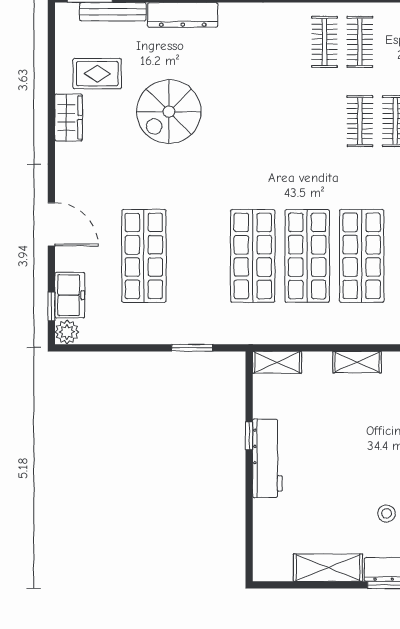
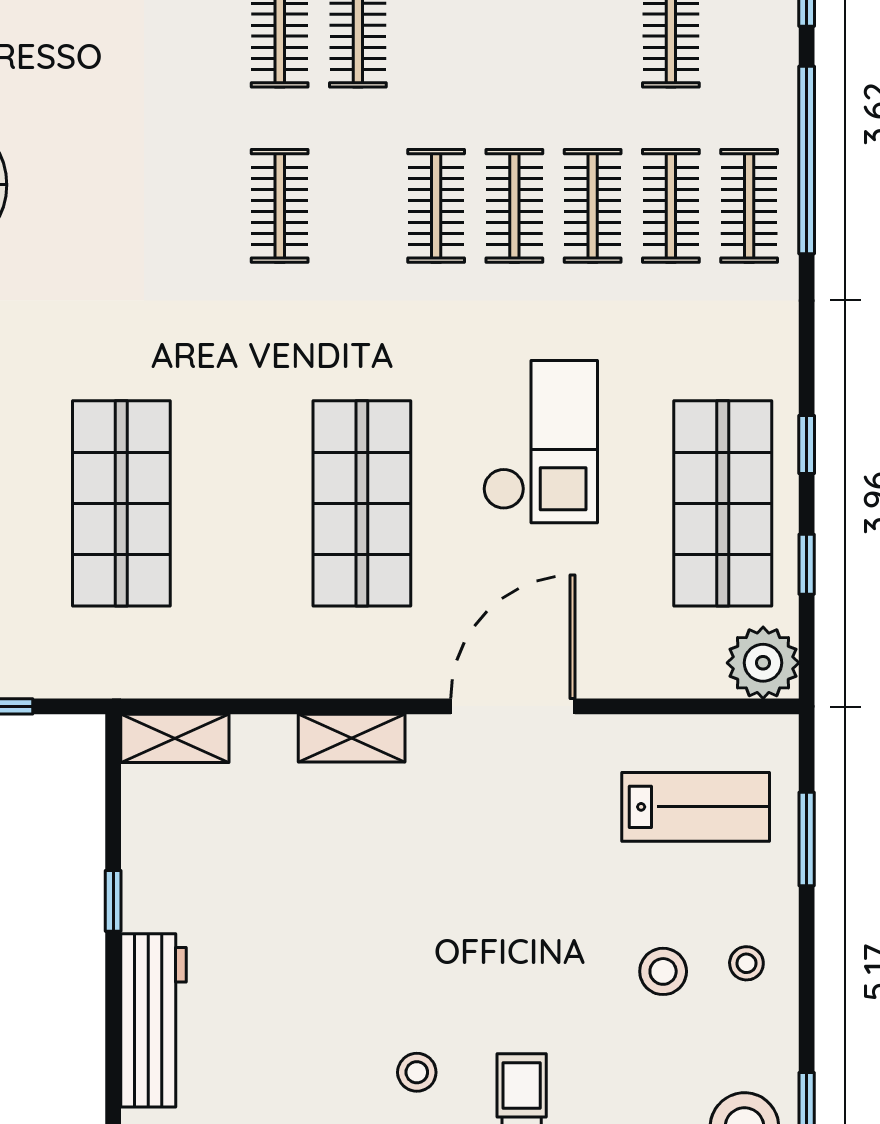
clothes rail: (360, 121) -> (280, 206), moved
shop shelf: (307, 256) -> (242, 503), removed
workbench: (267, 458) -> (154, 1020), moved

